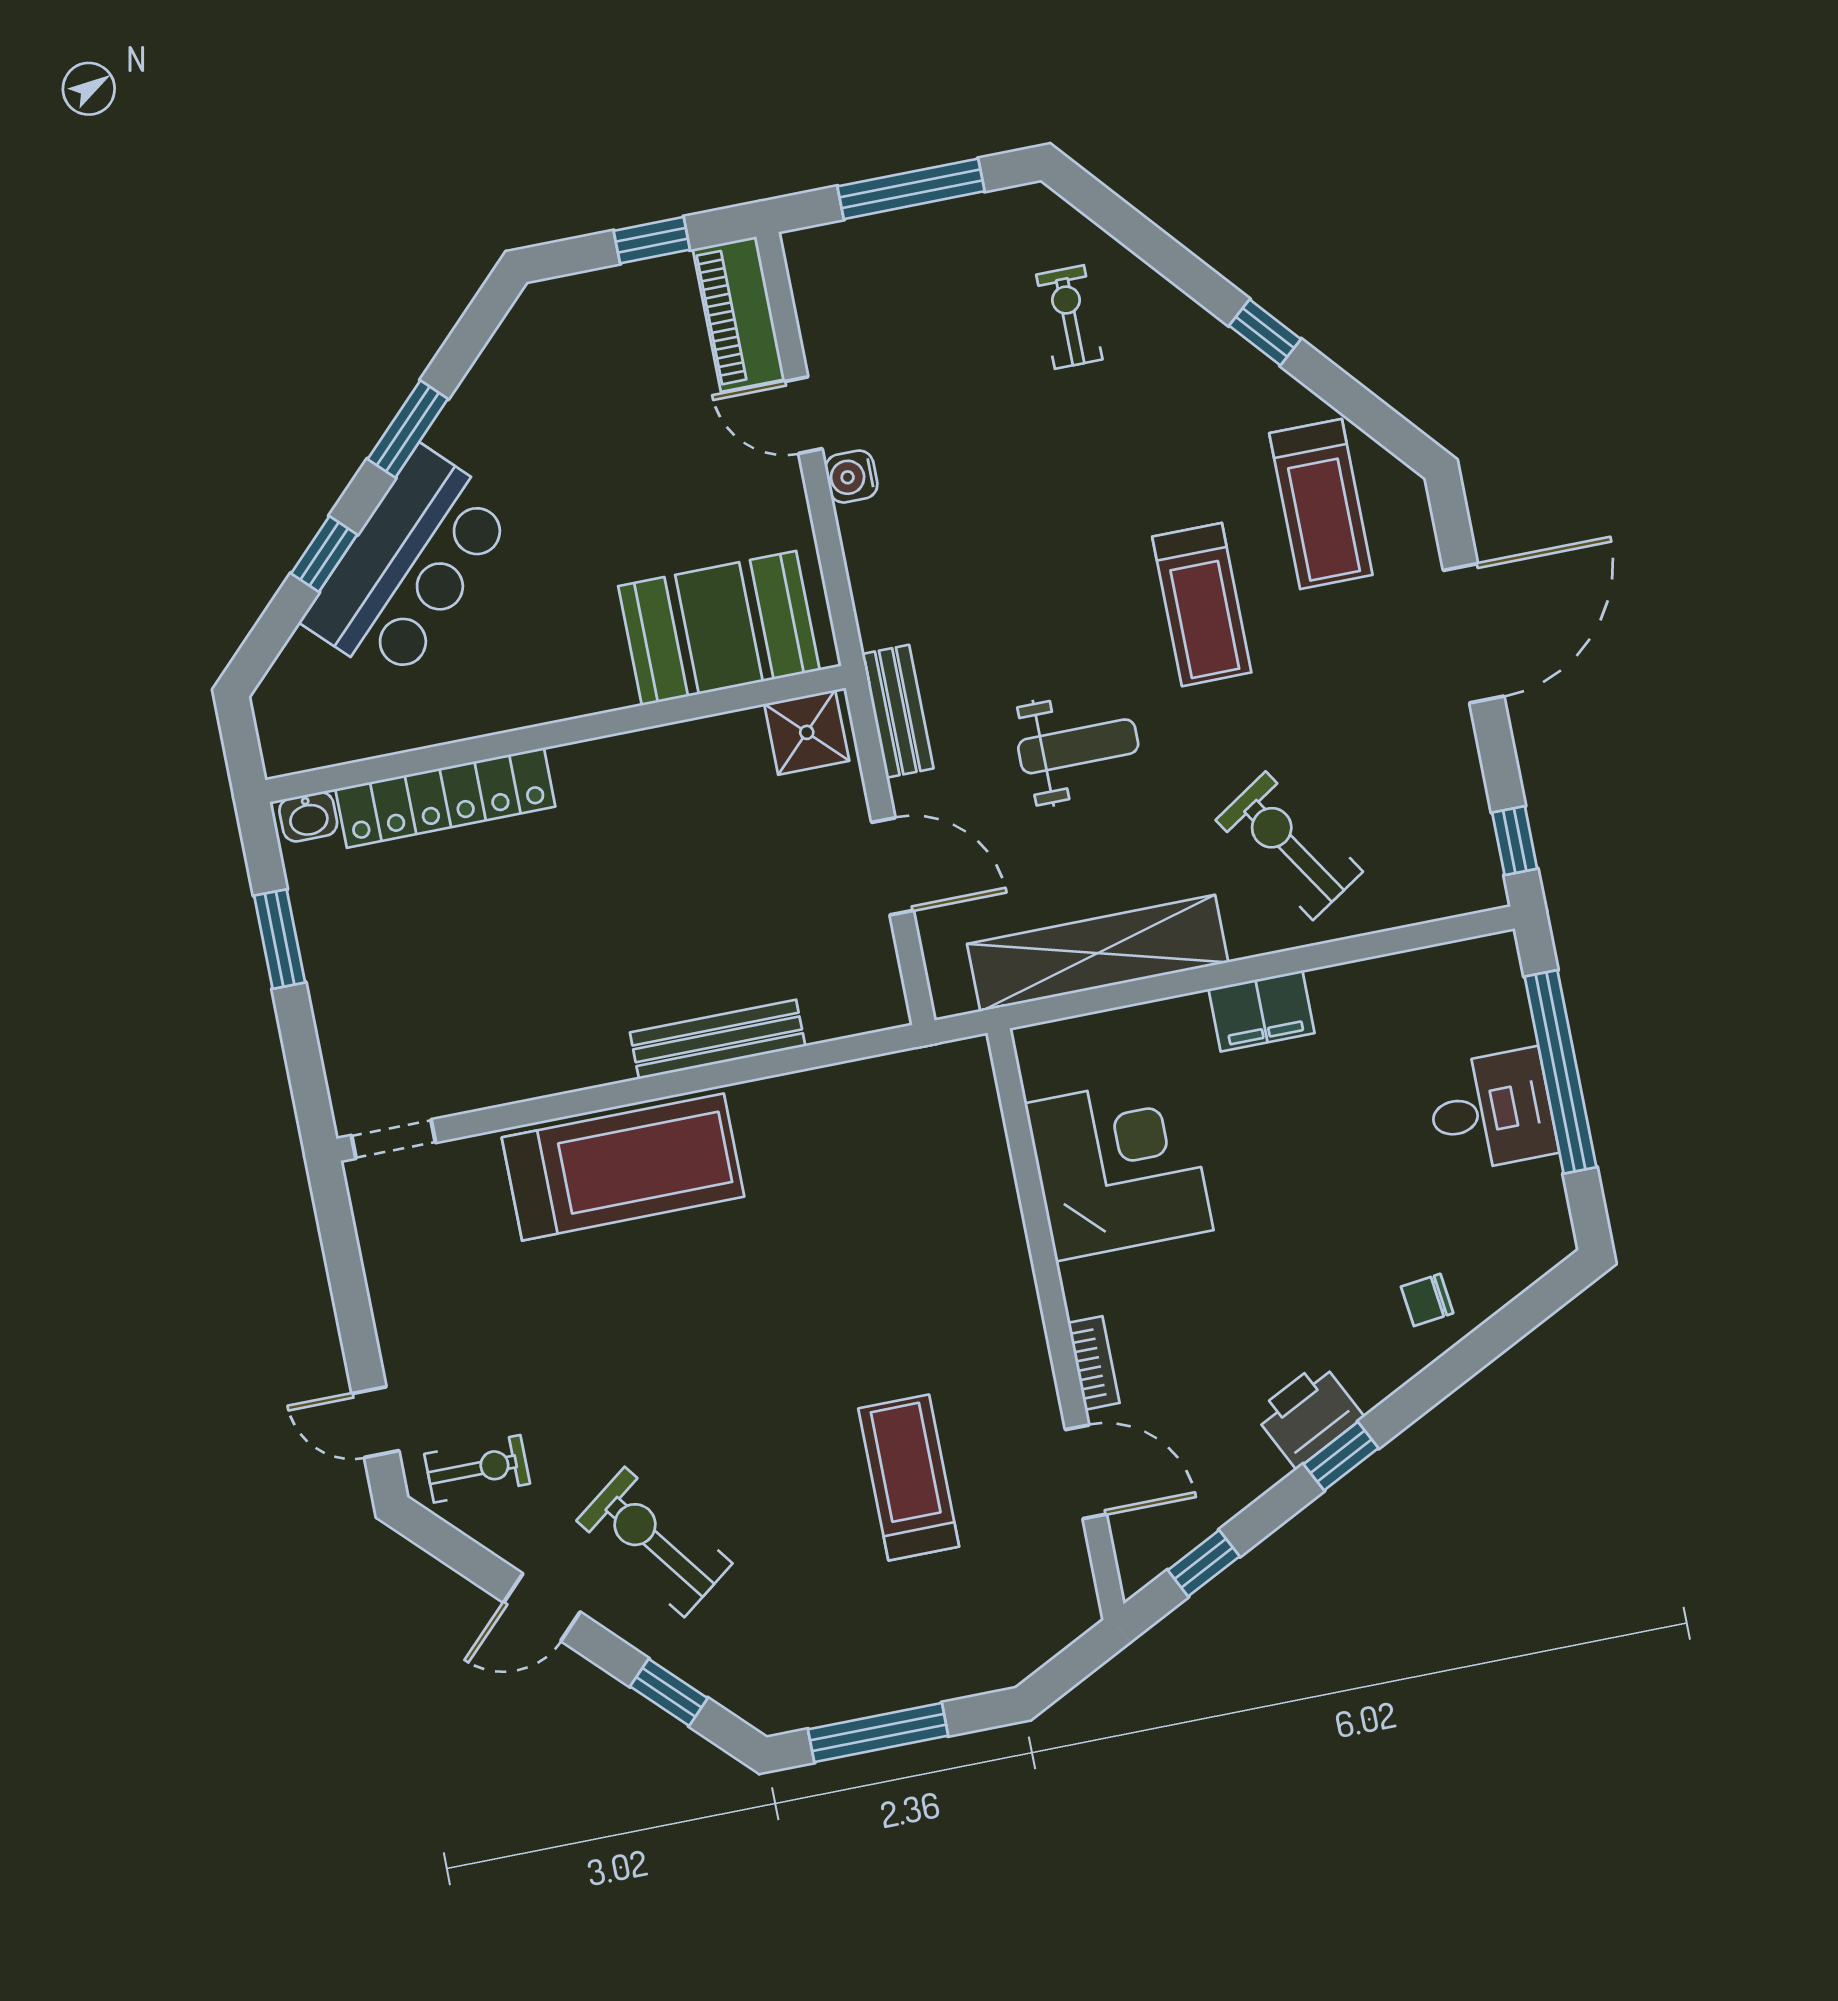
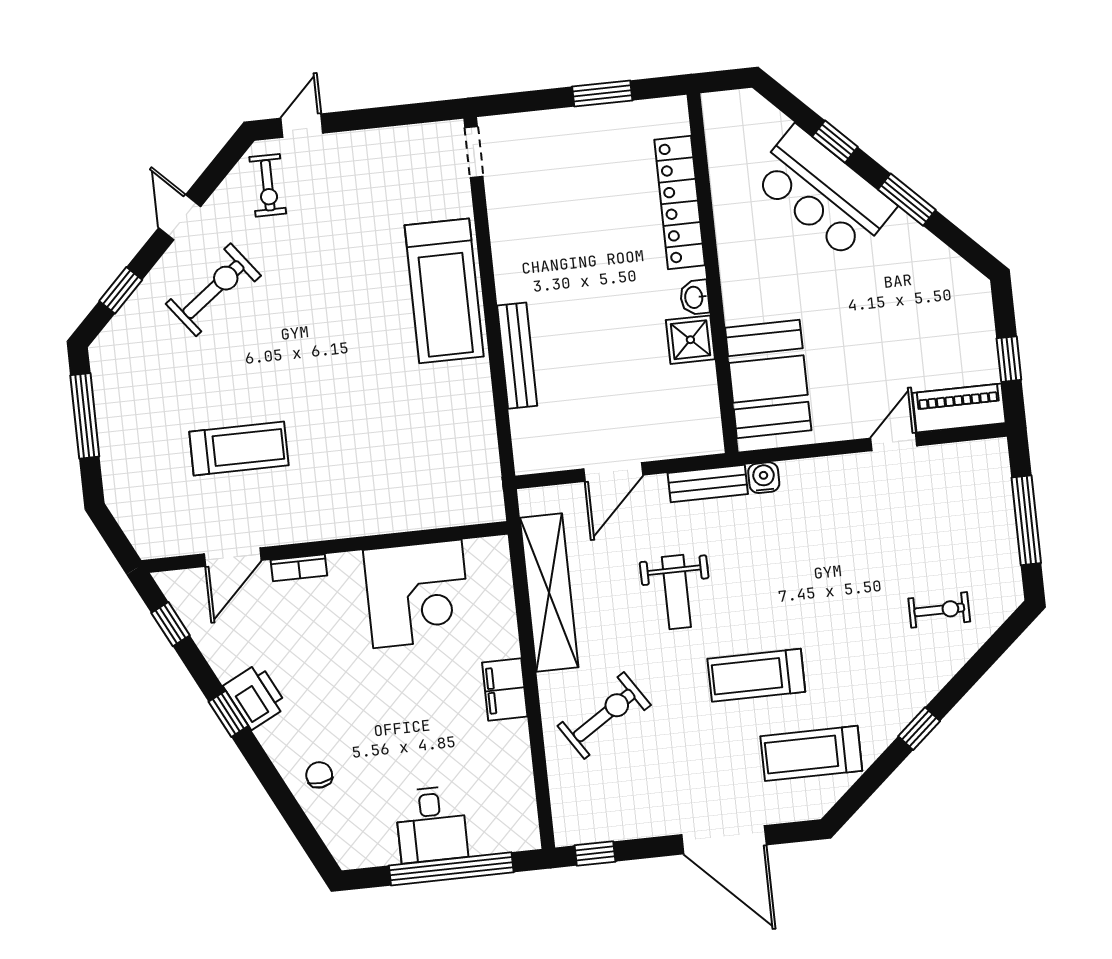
water cooler: (851, 477) -> (764, 478), moved
shower: (807, 732) -> (690, 340), moved
washbasin: (308, 817) -> (695, 297), moved

